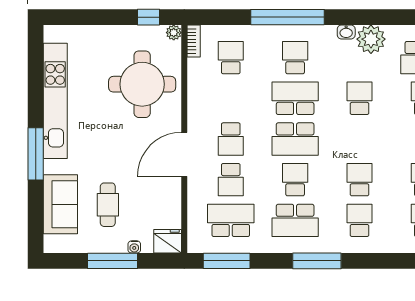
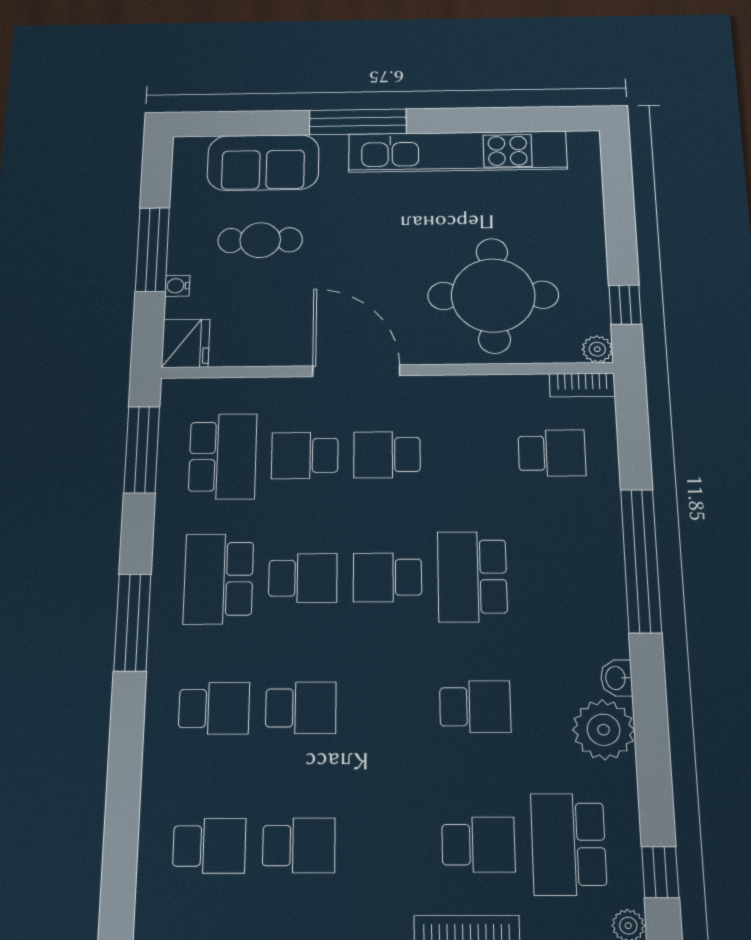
school desk: (295, 58) -> (557, 576), removed
school desk: (295, 98) -> (472, 577), turned 180
school desk: (295, 139) -> (387, 577), width x0.54

